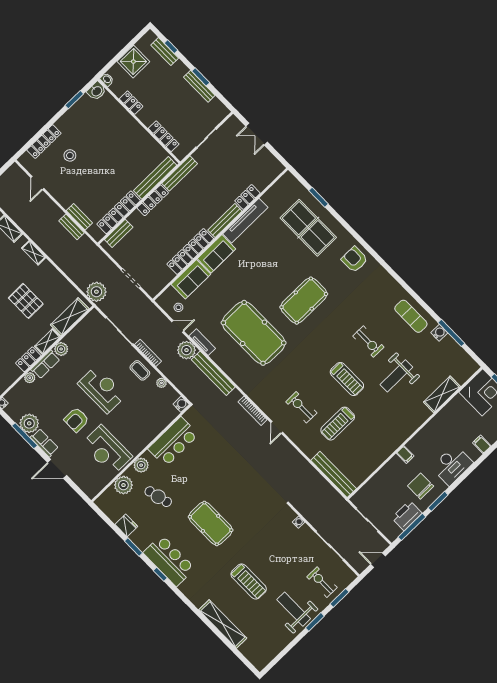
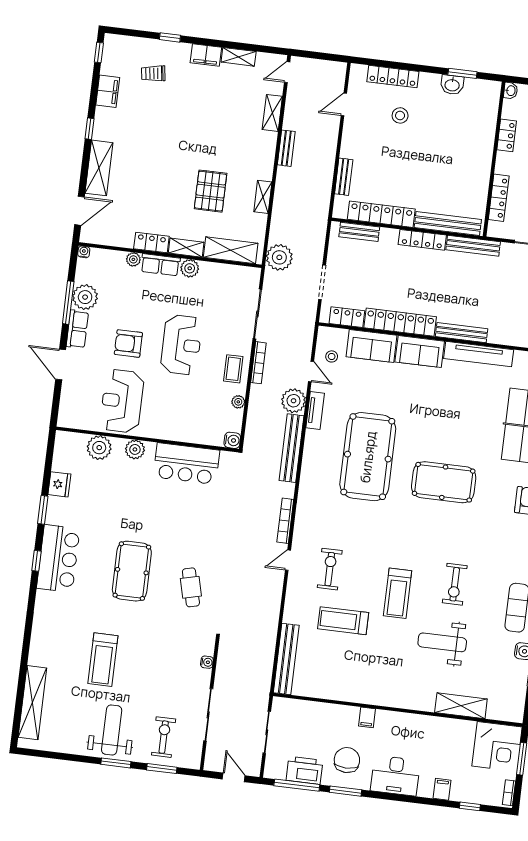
washbasin: (96, 91) -> (452, 85), moved
locker: (247, 197) -> (347, 317), moved
bench: (71, 227) -> (286, 148), moved
shelving: (34, 253) -> (263, 197), moved
cafe table: (158, 497) -> (191, 587), moved
shelving: (223, 624) -> (32, 703), moved

